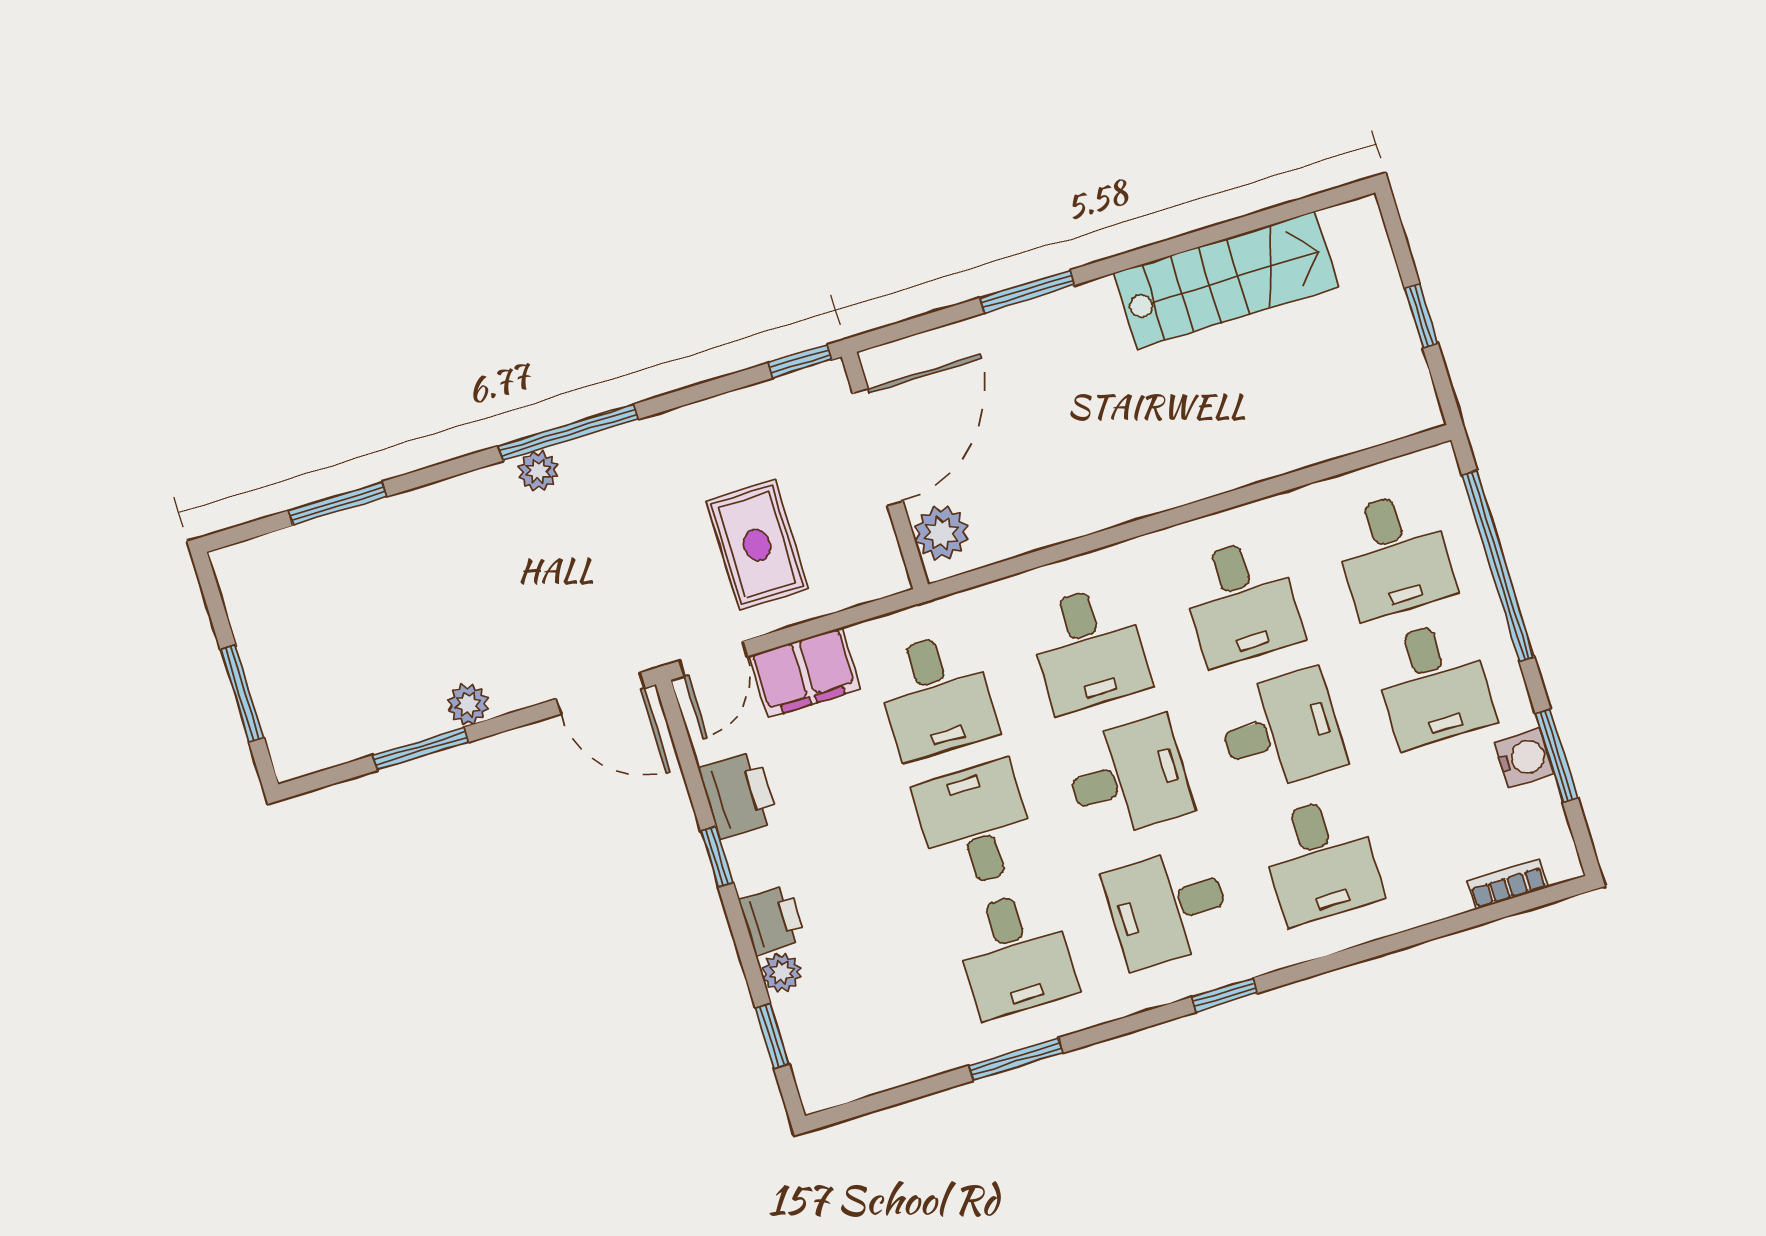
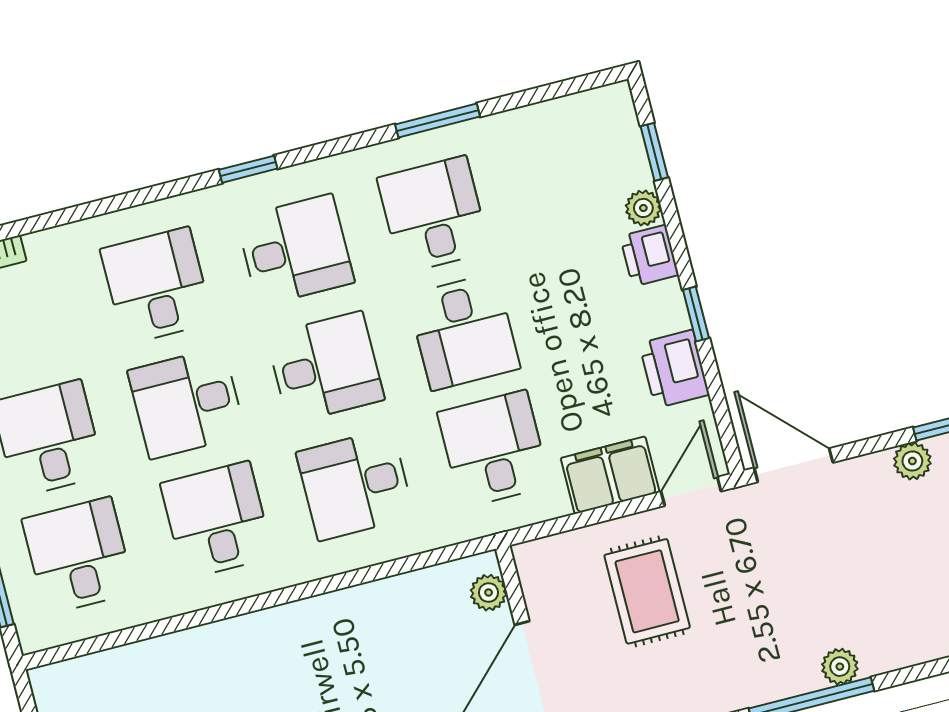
plant: (941, 533) -> (489, 593), width x0.73, depth x0.73
desk: (1088, 649) -> (355, 485), turned -90
desk: (1128, 778) -> (325, 367), turned 180

